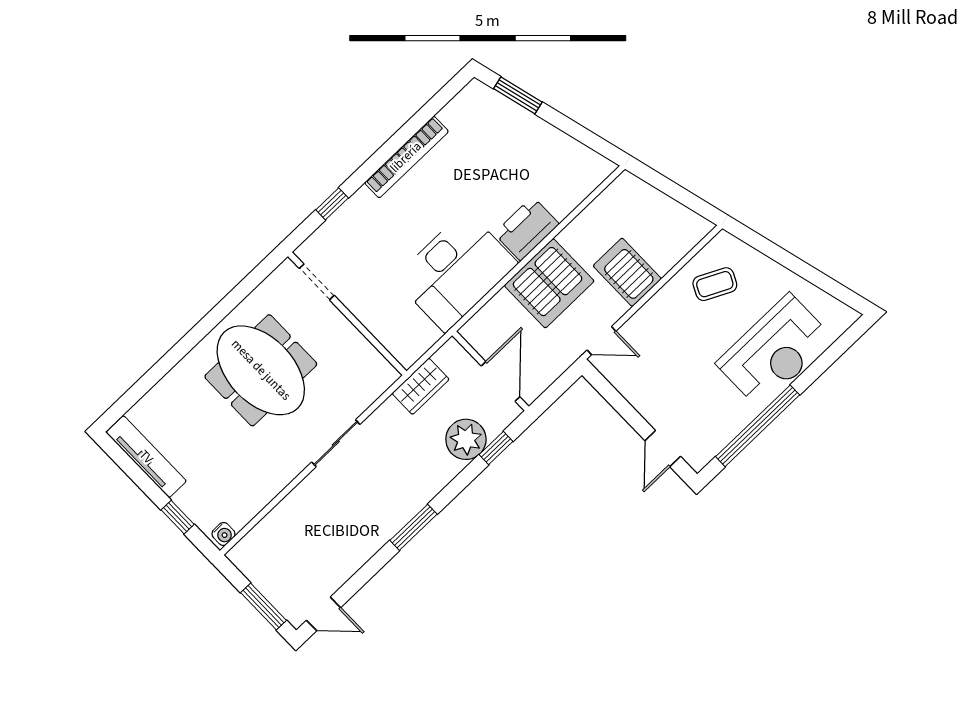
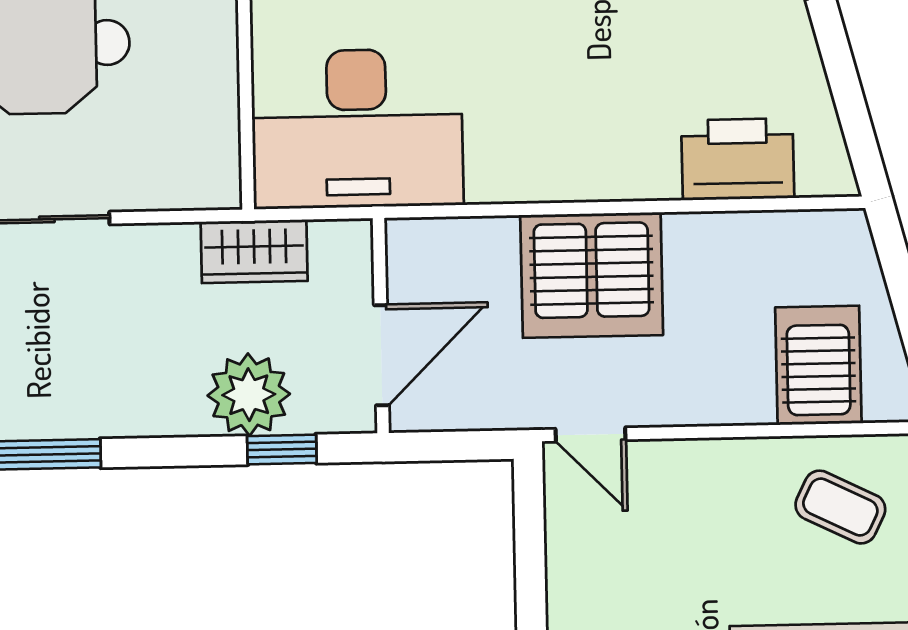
printer: (527, 229) -> (738, 159), moved
desk: (456, 271) -> (357, 129), moved
server rack: (627, 272) -> (818, 365), moved

